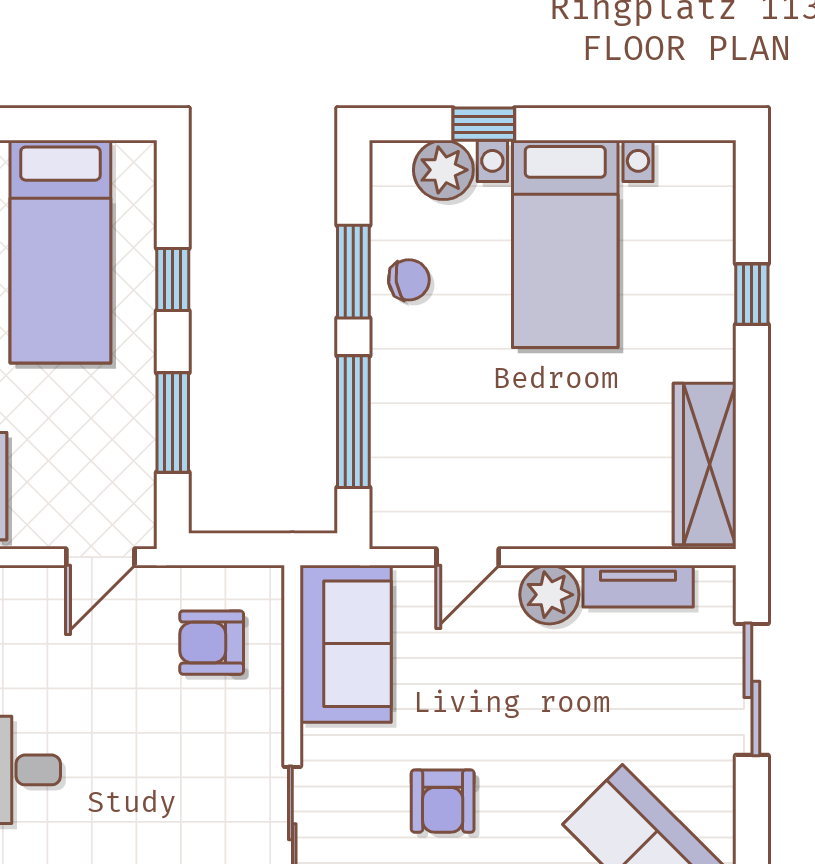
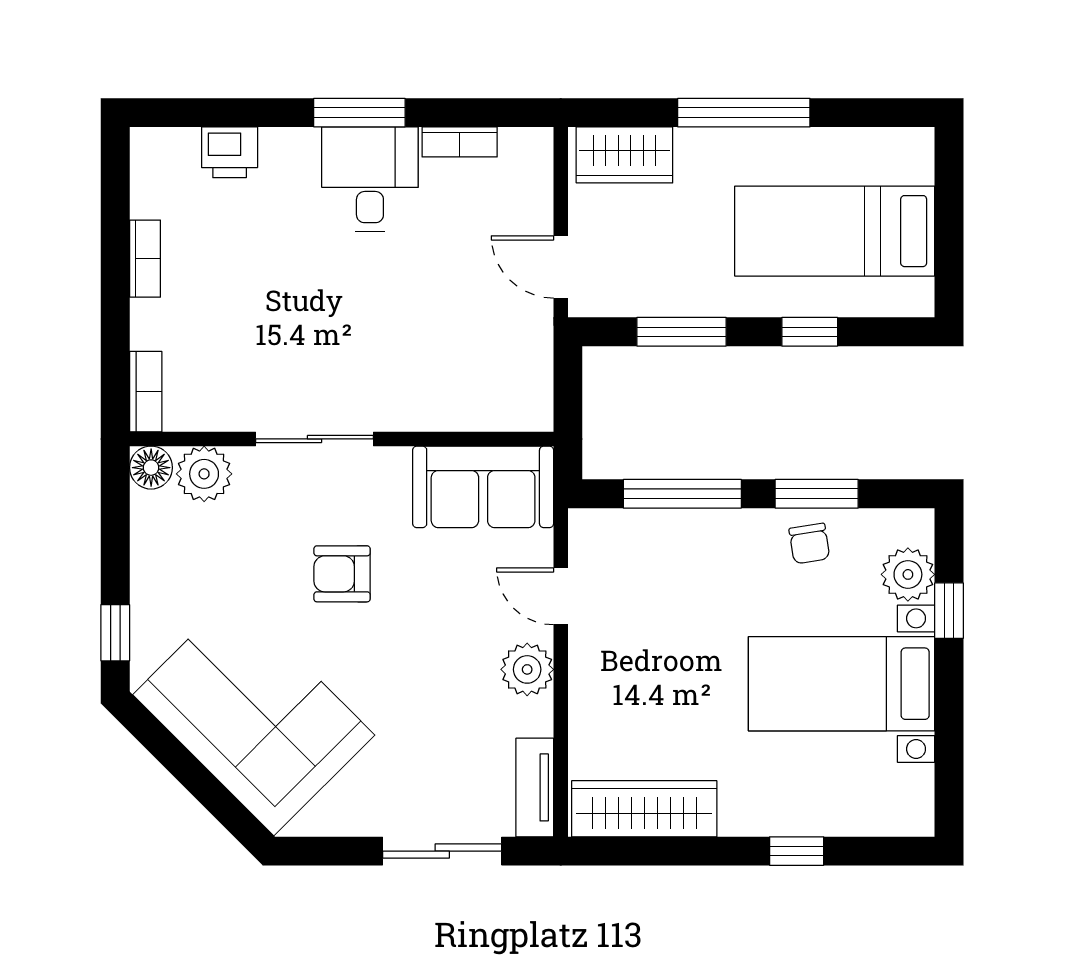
tv unit: (638, 586) -> (535, 787), moved
armchair: (212, 643) -> (484, 367), removed

